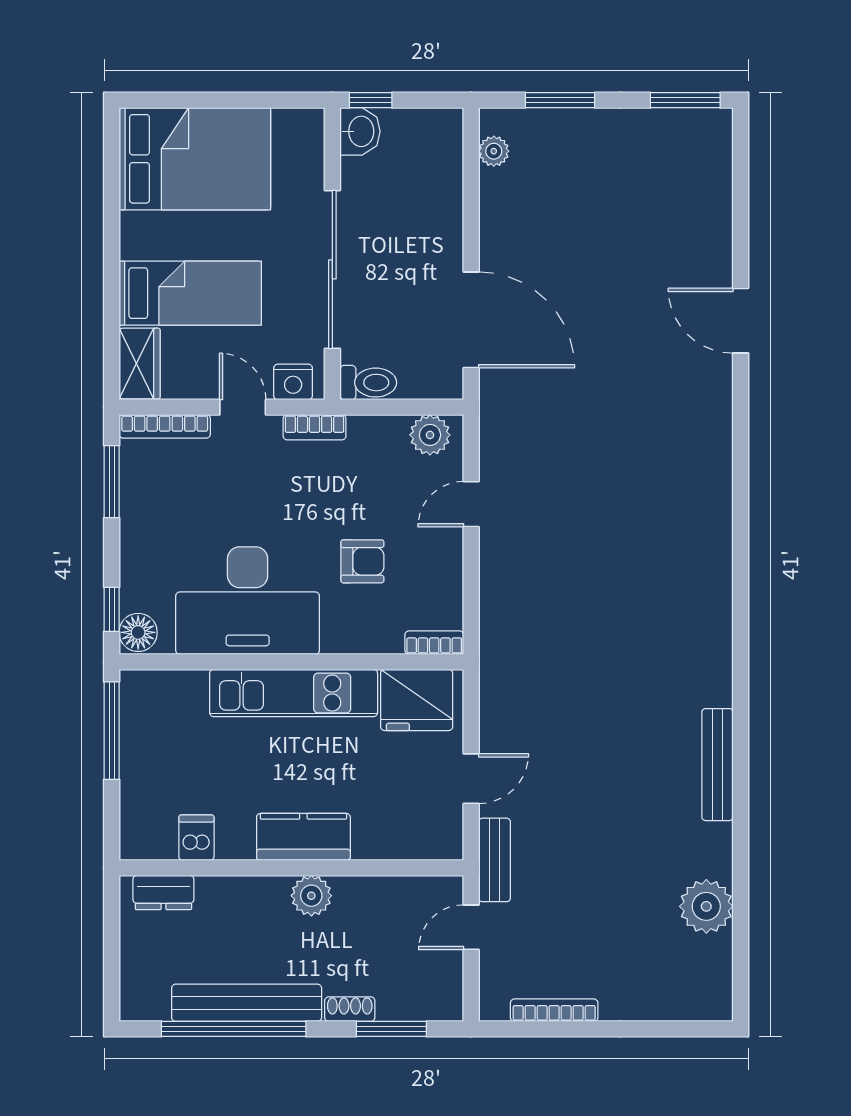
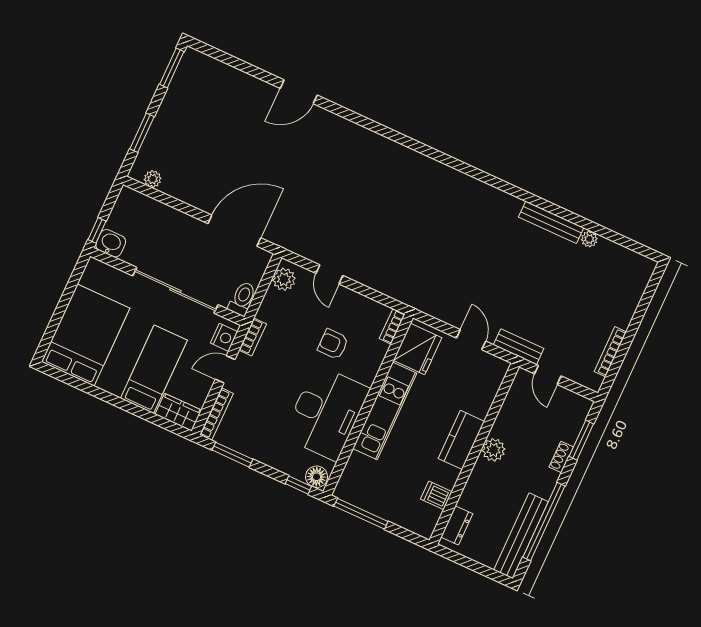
armchair: (362, 561) -> (333, 344), turned -90
bench: (717, 765) -> (551, 222), moved
plant: (706, 906) -> (589, 239), width x0.53, depth x0.53
bench: (247, 1003) -> (521, 536), moved

